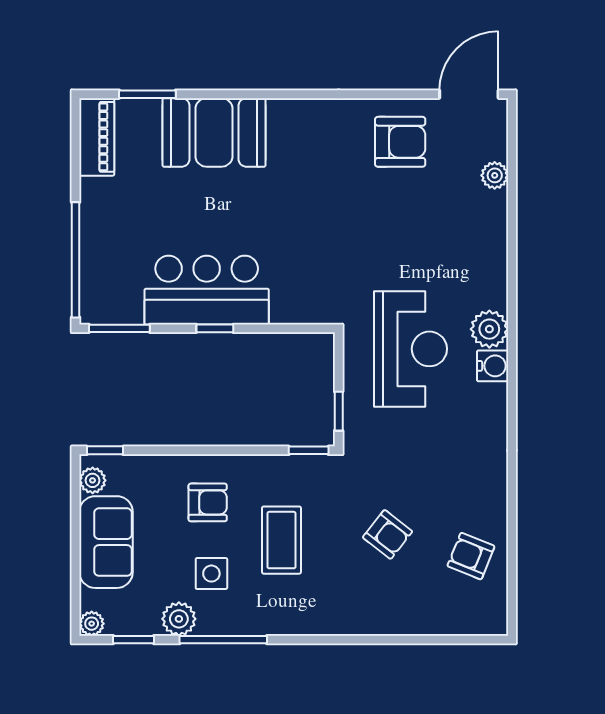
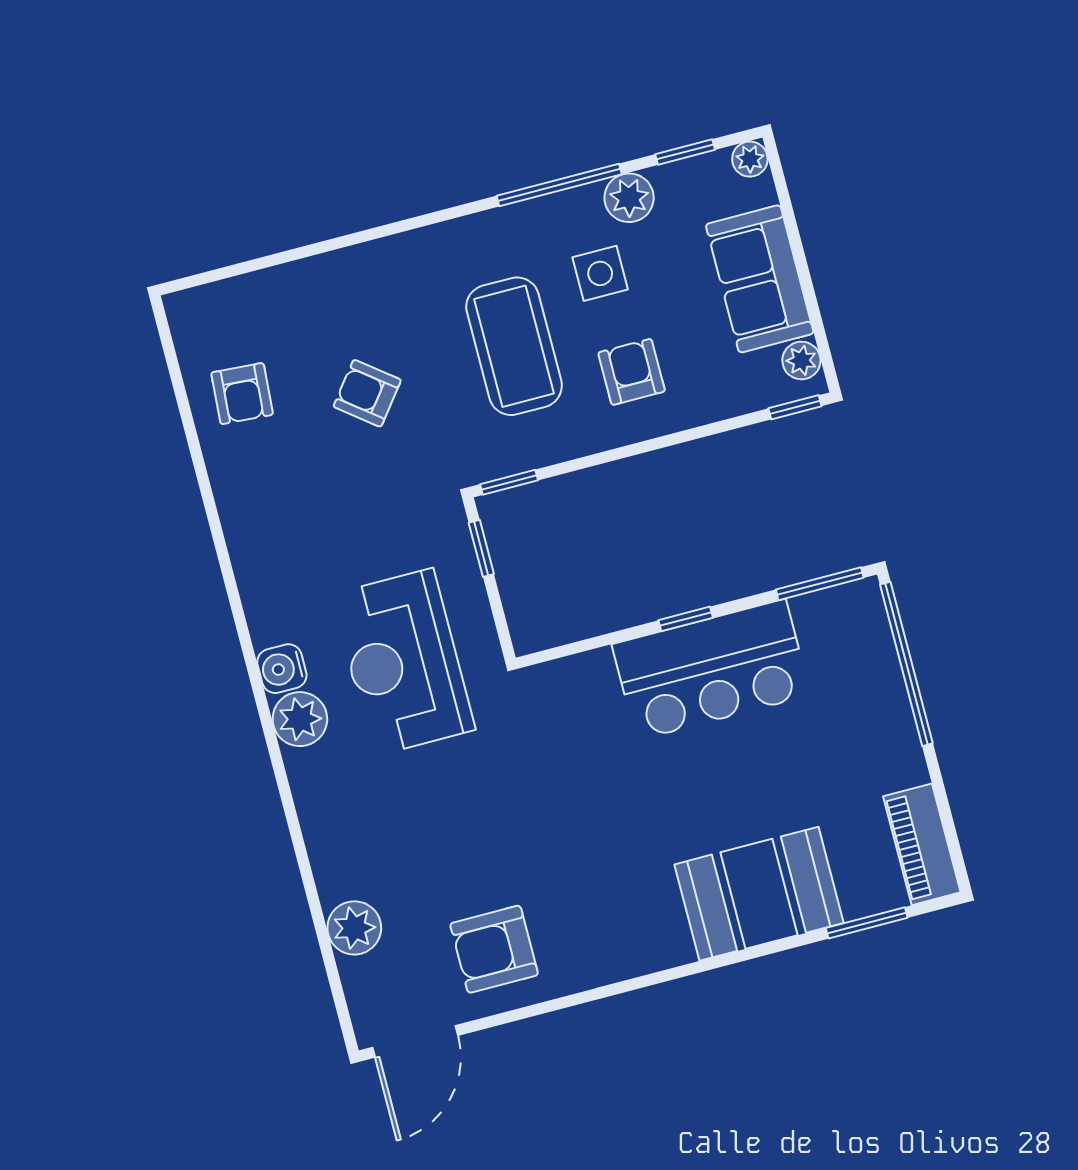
plant: (495, 175) -> (354, 928), width x1.38, depth x1.38
armchair: (208, 502) -> (632, 372), turned 90
coffee table: (281, 540) -> (514, 346), width x1.36, depth x1.32
armchair: (471, 556) -> (242, 394), turned 72

